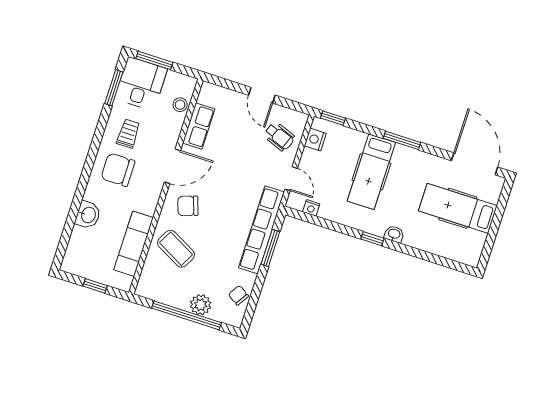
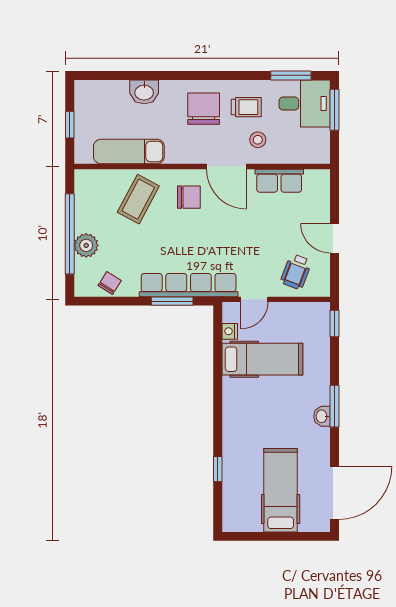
door: (262, 95) -> (335, 238), hinge flipped
stool: (180, 105) -> (258, 140), moved
nightstand: (315, 140) -> (305, 312), removed
hospital bed: (371, 172) -> (262, 359), moved, turned 180
chair: (188, 206) -> (189, 197), turned 109
washbasin: (394, 234) -> (322, 416), moved, turned 180
window: (372, 239) -> (218, 469), moved

